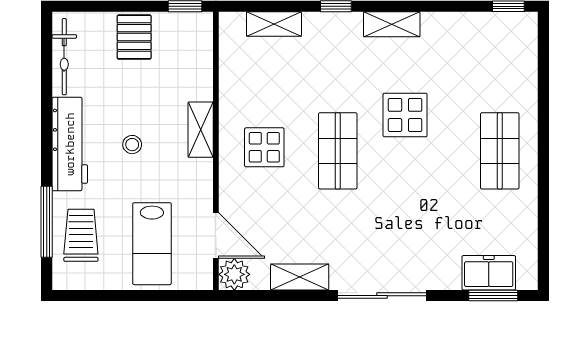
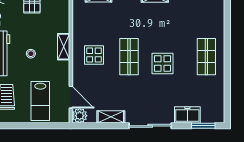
display table: (405, 115) -> (163, 63), moved
freezer: (489, 273) -> (187, 115), moved

